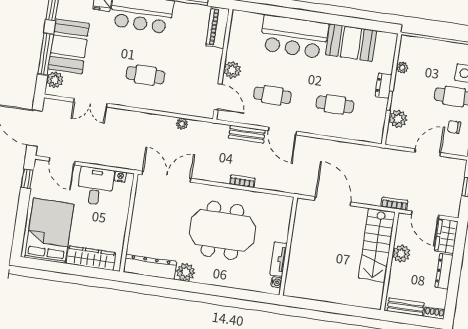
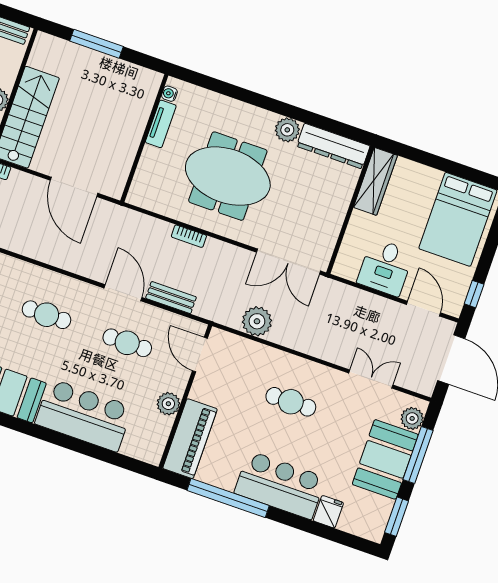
piano: (217, 27) -> (190, 439), width x1.37, depth x1.33
plant: (232, 70) -> (168, 404), moved
plant: (182, 124) -> (257, 321), width x1.88, depth x1.88
nightstand: (120, 177) -> (350, 273), removed
wardrobe: (91, 258) -> (375, 181), moved, turned -90
window: (336, 308) -> (97, 44), added

